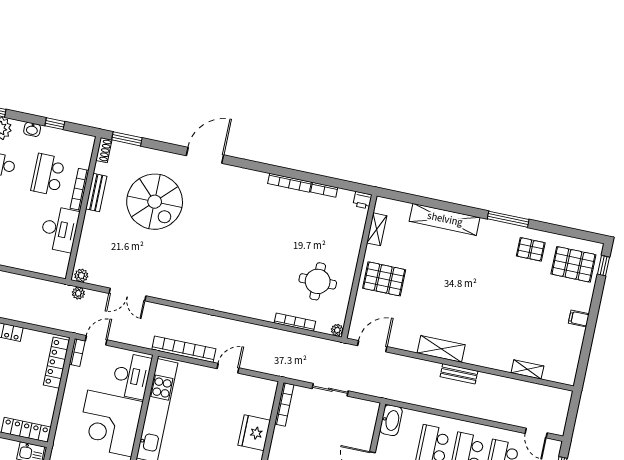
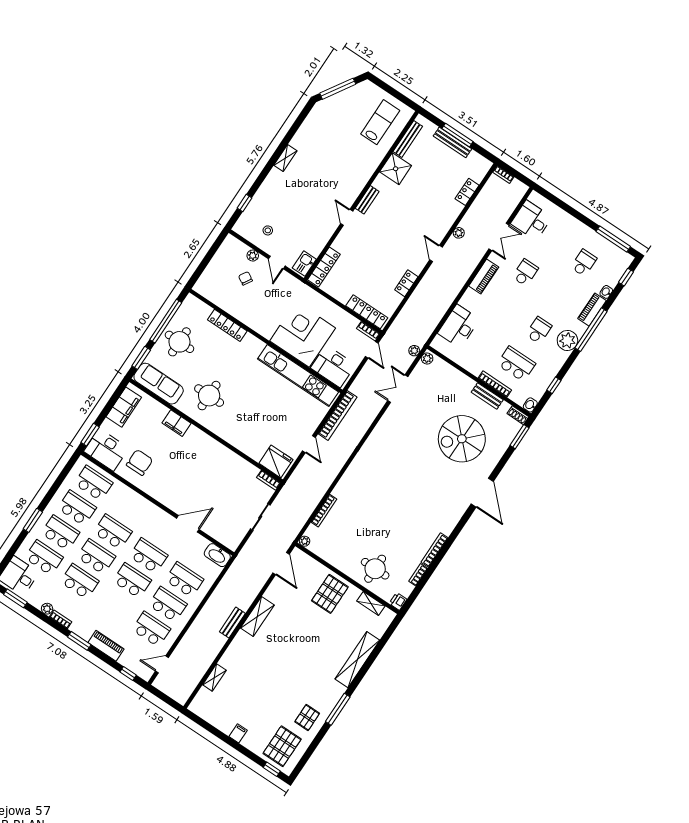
washbasin: (32, 129) -> (530, 405), moved
desk: (59, 229) -> (459, 326), moved, turned 90
round table: (318, 281) -> (375, 569), moved
bookcase: (284, 404) -> (269, 480), width x0.64
fridge: (254, 433) -> (276, 461), moved

